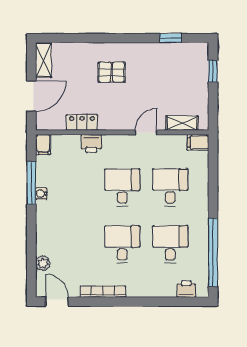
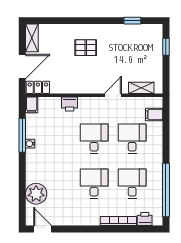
locker: (82, 122) -> (38, 87), moved
filing cabinet: (198, 142) -> (154, 114), moved
plant: (43, 263) -> (36, 194), width x1.88, depth x1.88
bookcase: (103, 292) -> (118, 221), moved

